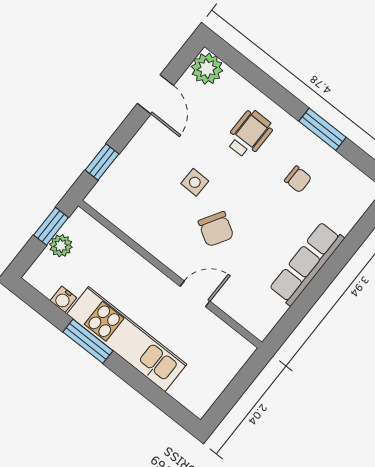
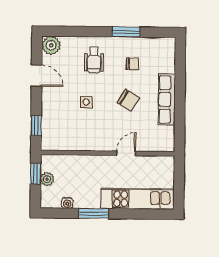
wheelchair: (249, 134) -> (94, 60), turned 180
chair: (216, 229) -> (128, 100), moved
kitchen unit: (127, 339) -> (137, 199), moved

